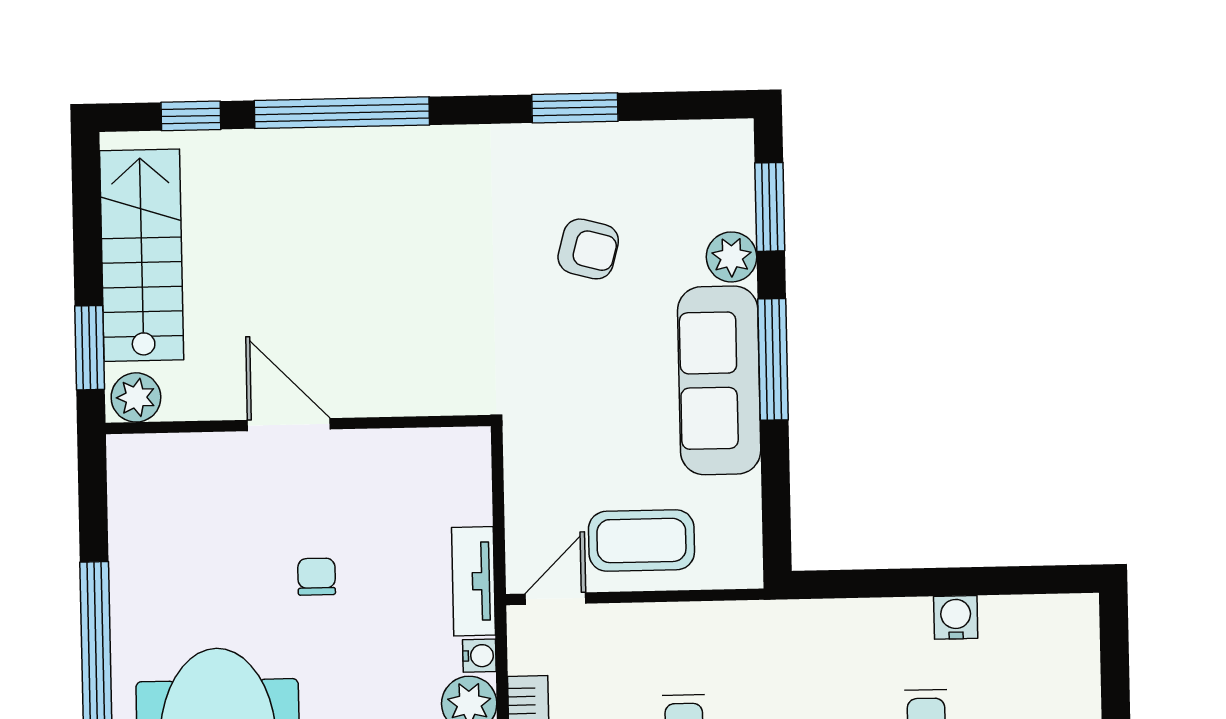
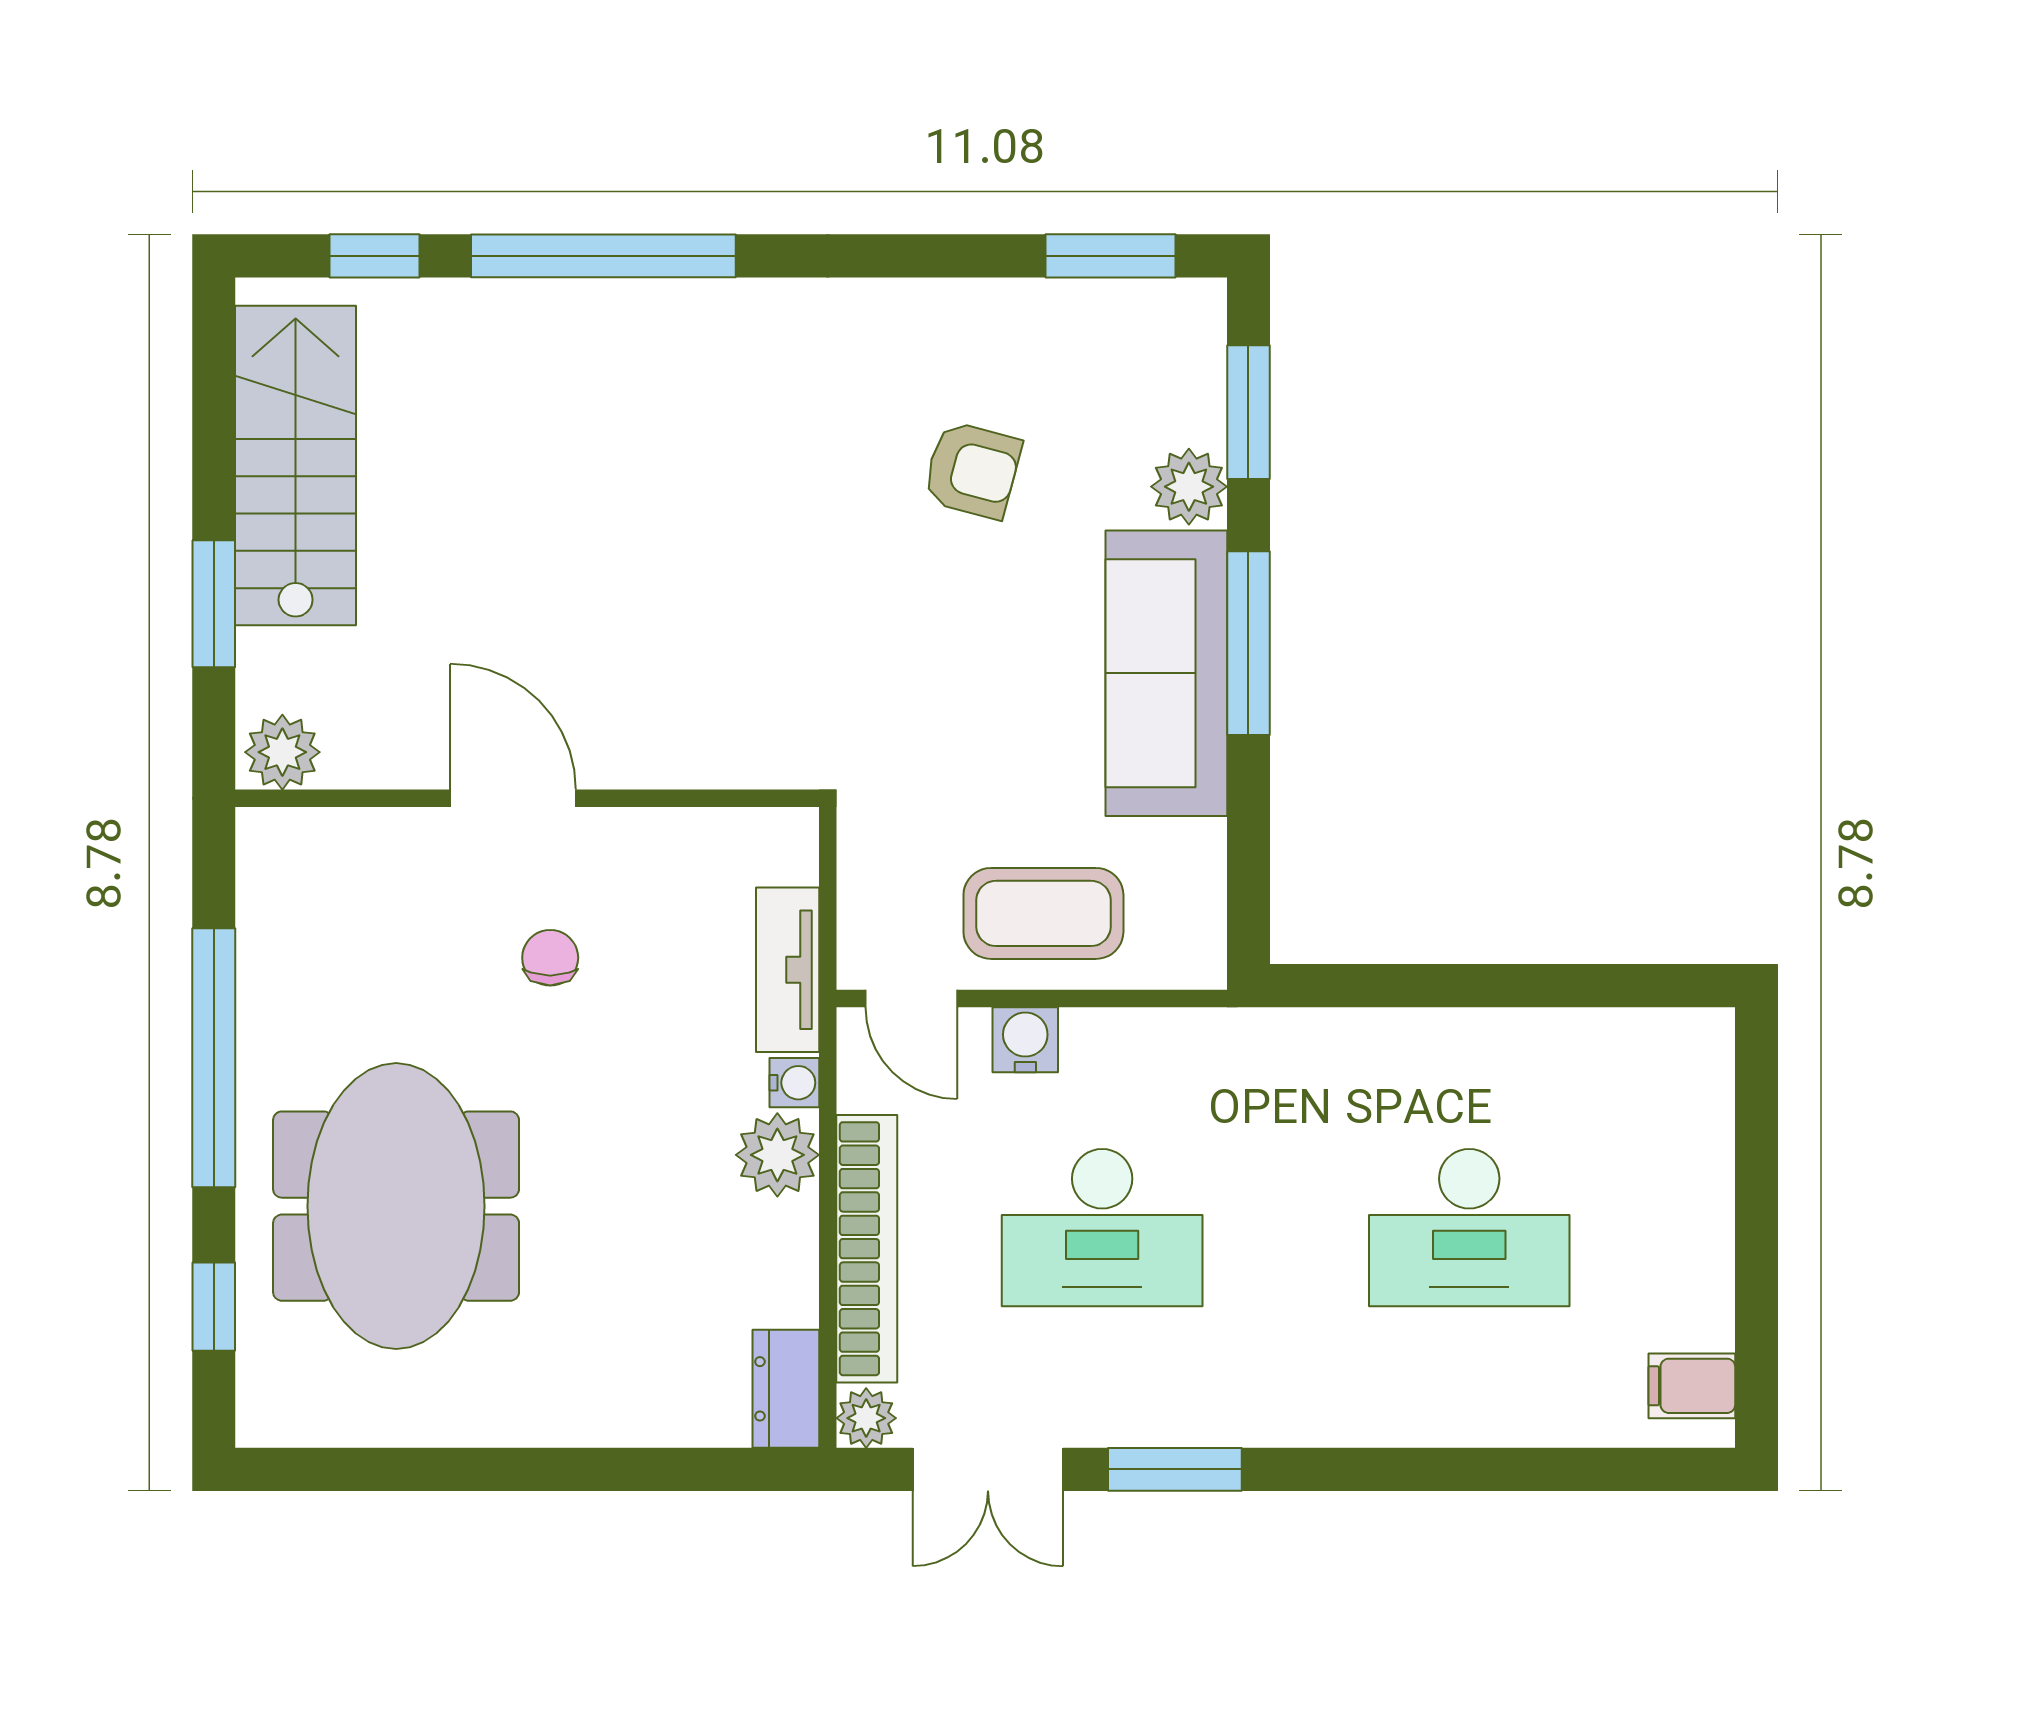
window: (575, 108) -> (1111, 256), moved
plant: (136, 397) -> (282, 752), moved
wall: (298, 424) -> (527, 798), moved
door: (289, 425) -> (513, 798), moved
door: (555, 599) -> (911, 999), swing flipped
water cooler: (956, 617) -> (1025, 1040), moved

